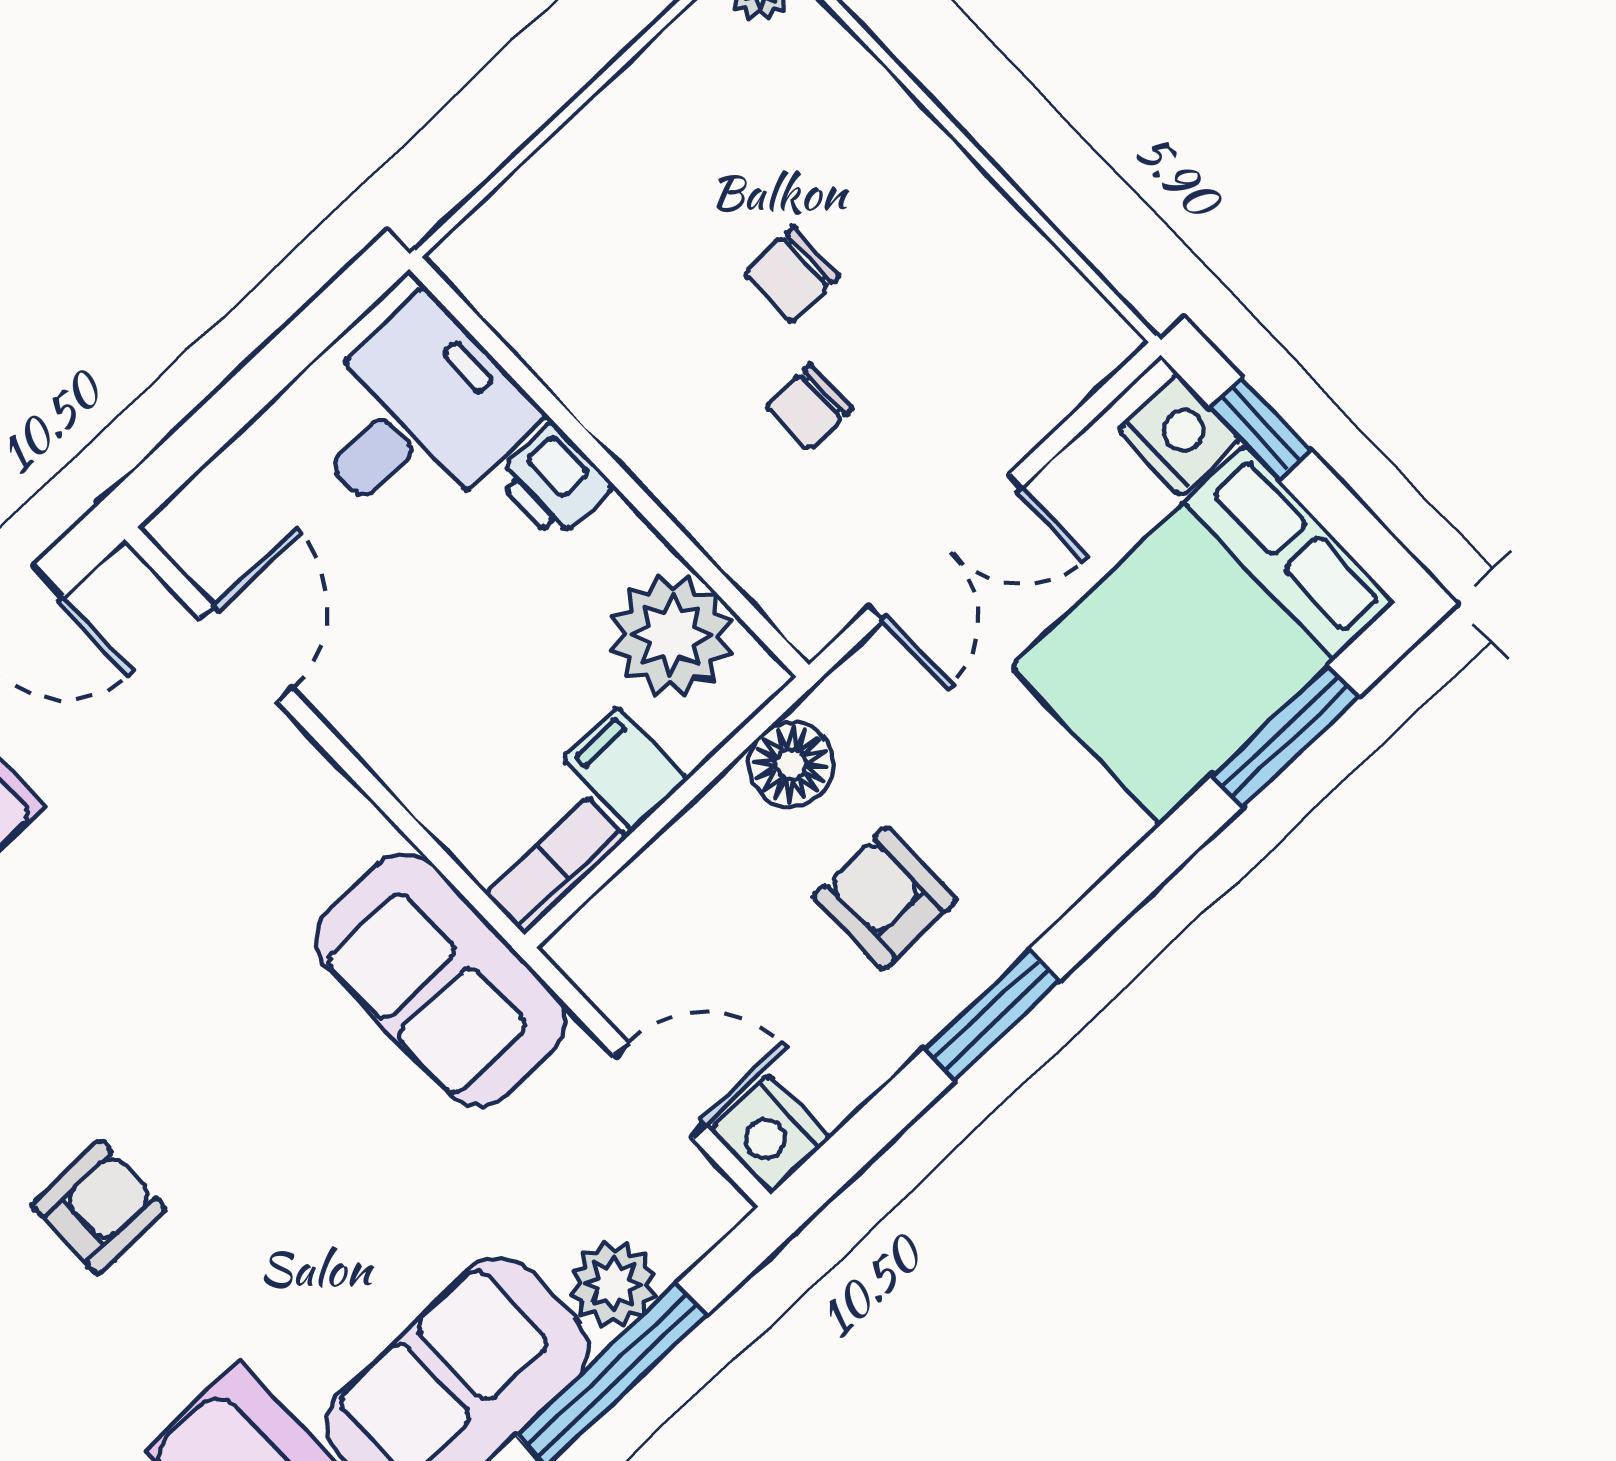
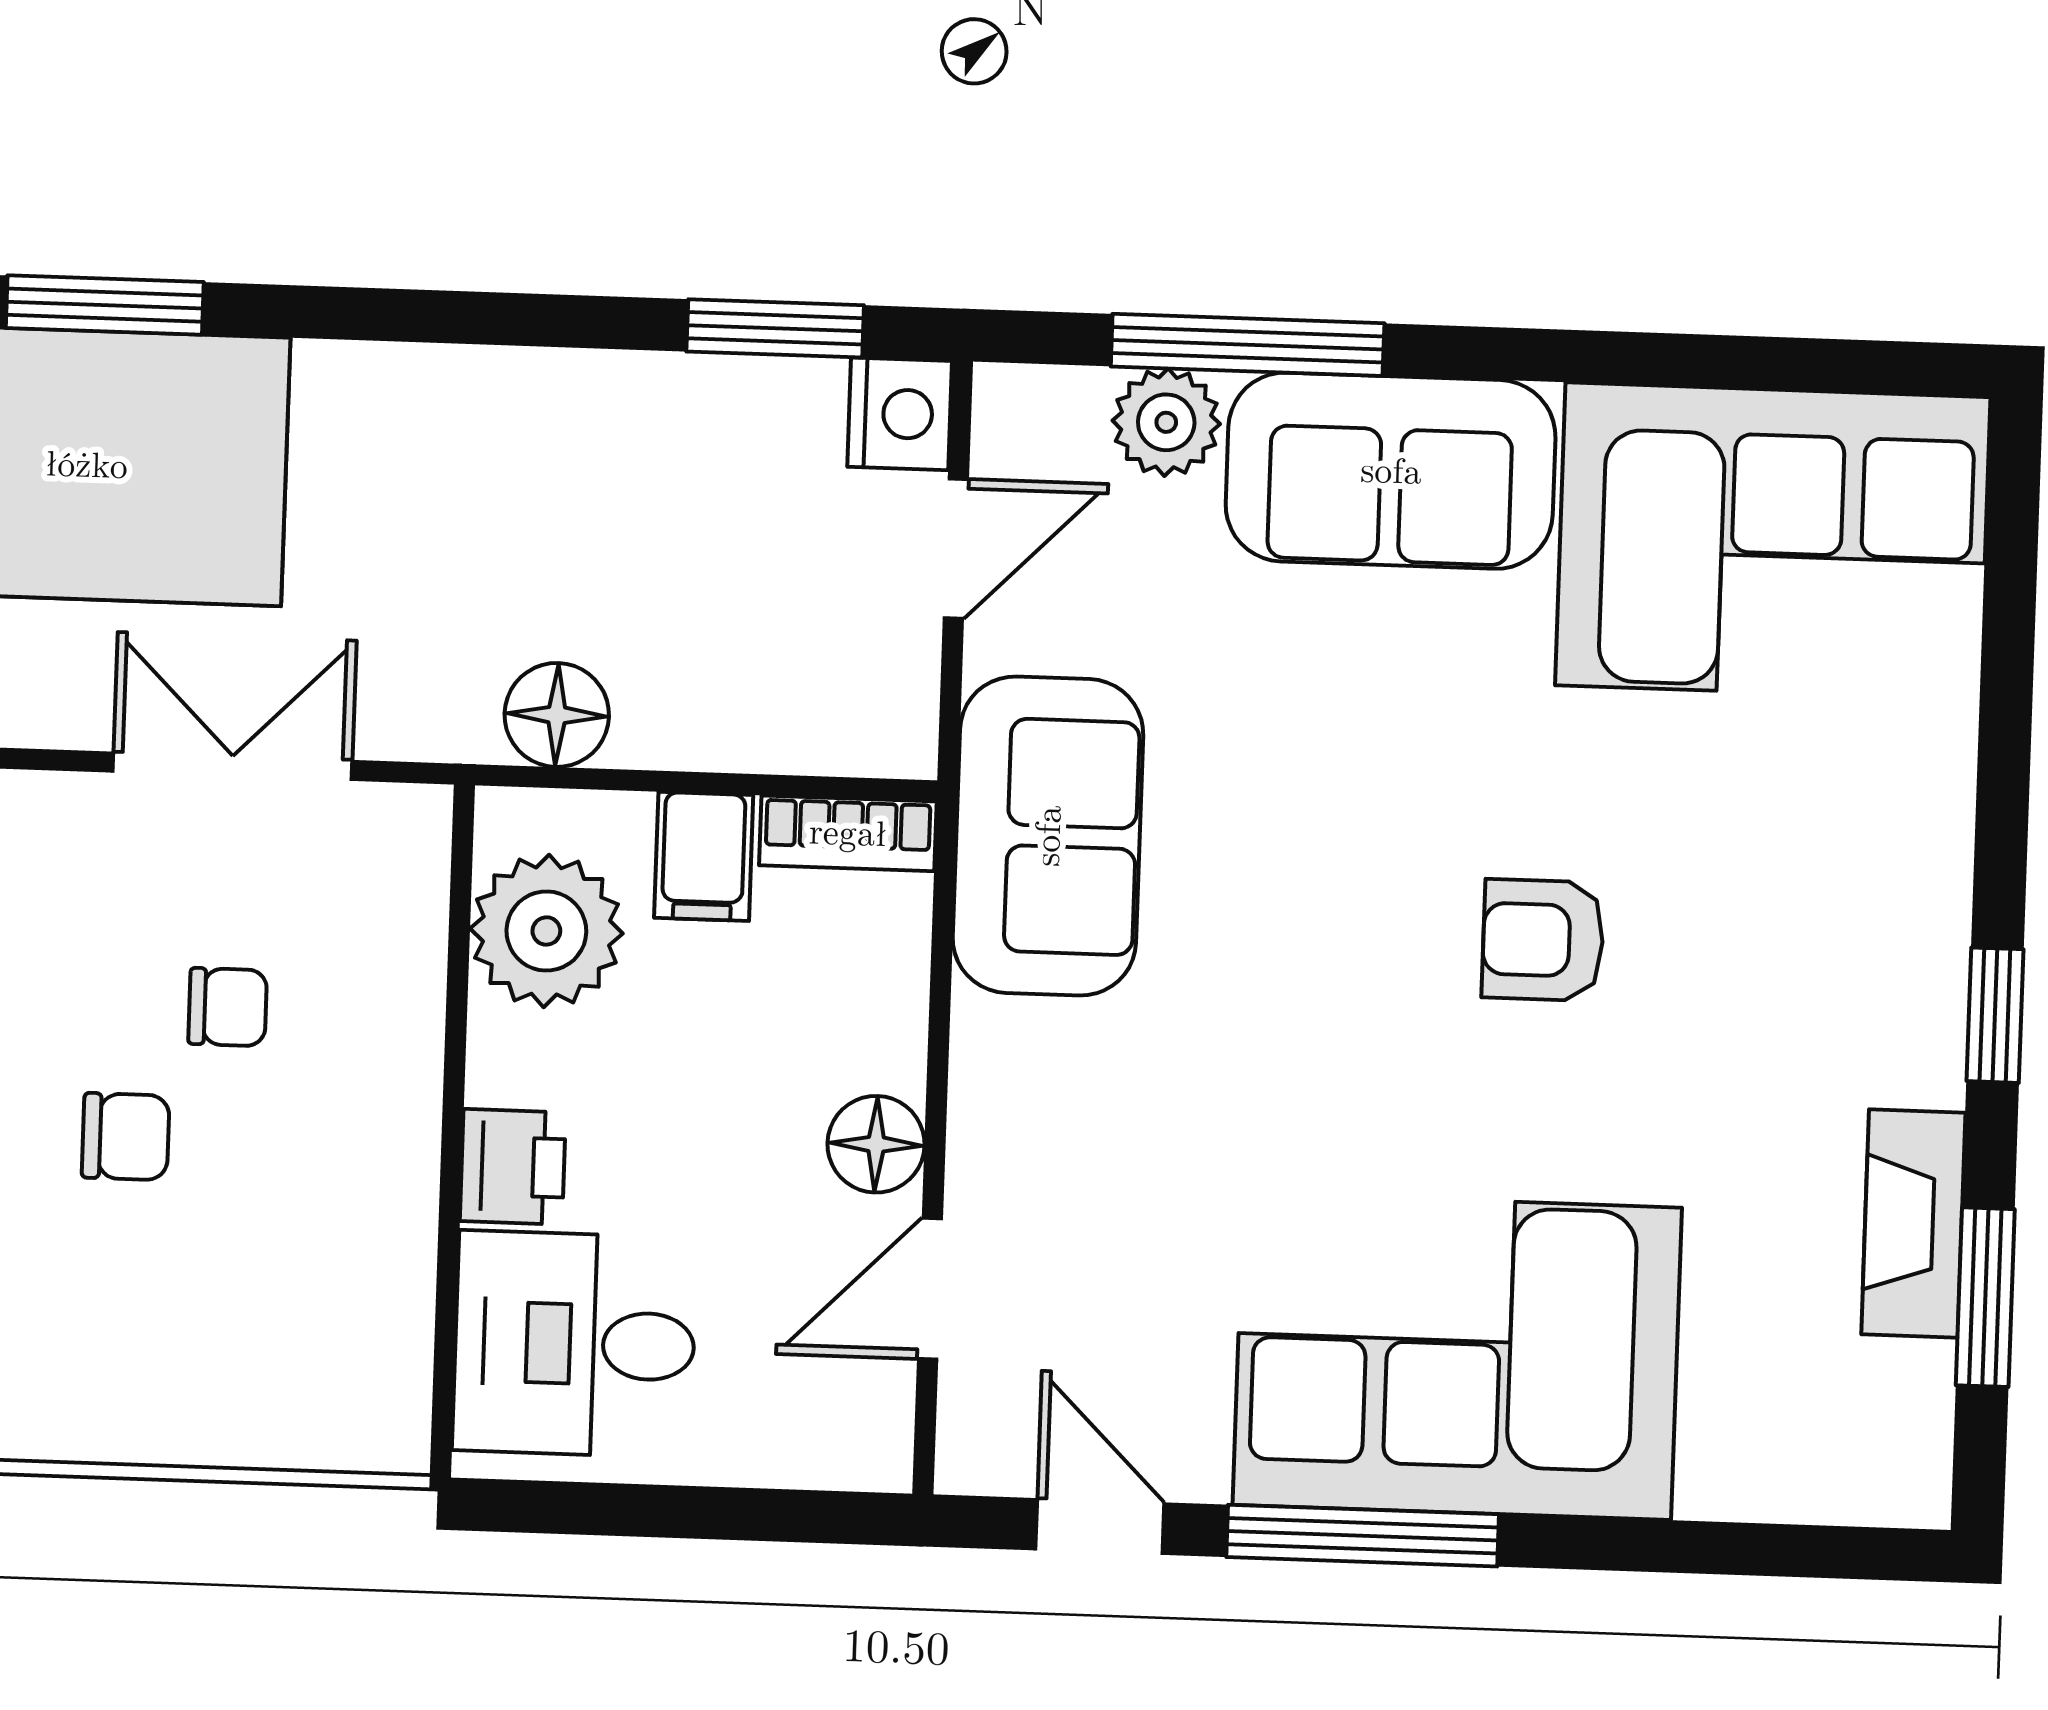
floor lamp: (360, 705) -> (876, 1144), added
armchair: (885, 898) -> (593, 517), removed
window: (992, 1015) -> (775, 328), moved
door: (660, 1090) -> (956, 549), swing flipped

